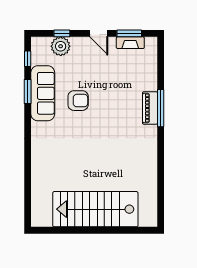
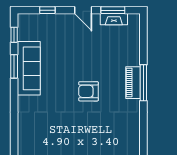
plant: (61, 46) -> (46, 23), removed
armchair: (78, 101) -> (89, 91), moved, turned 180

